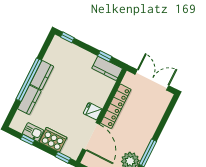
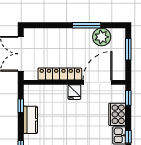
kitchen counter: (107, 68) -> (30, 120), moved

